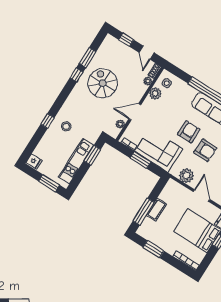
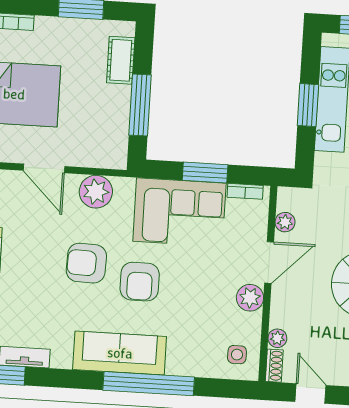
plant: (155, 93) -> (250, 298), moved
window: (92, 155) -> (308, 105), moved
cot: (156, 210) -> (121, 60), moved
window: (144, 212) -> (140, 105), moved

